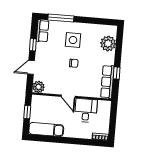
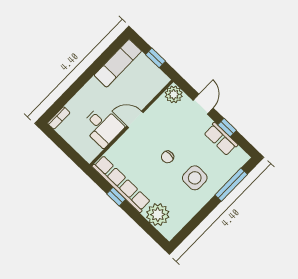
row of seats: (43, 31) -> (221, 139), moved
row of seats: (107, 82) -> (121, 184), width x1.36

